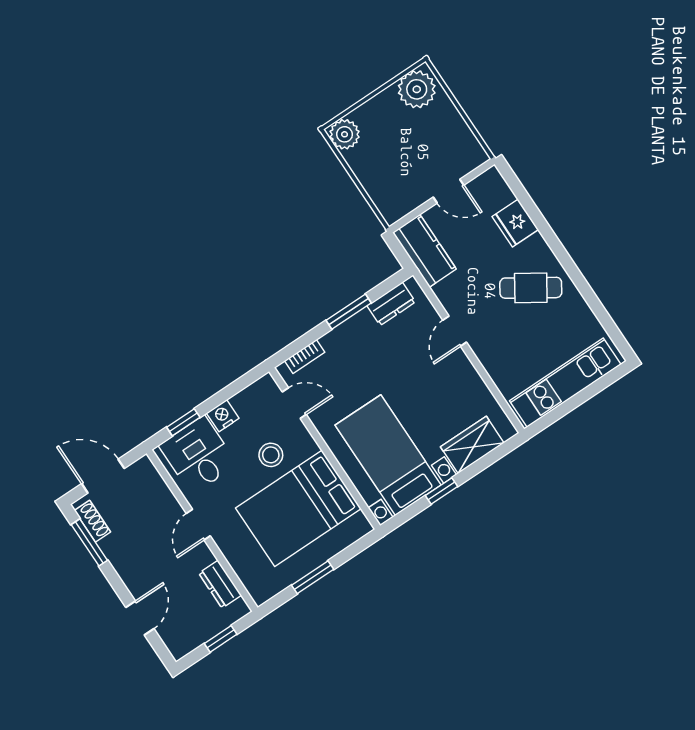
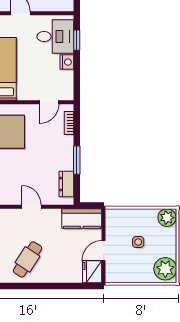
side table: (405, 151) -> (138, 242), added
fridge: (515, 223) -> (92, 272), moved, turned -90
stool: (271, 455) -> (31, 73), removed

